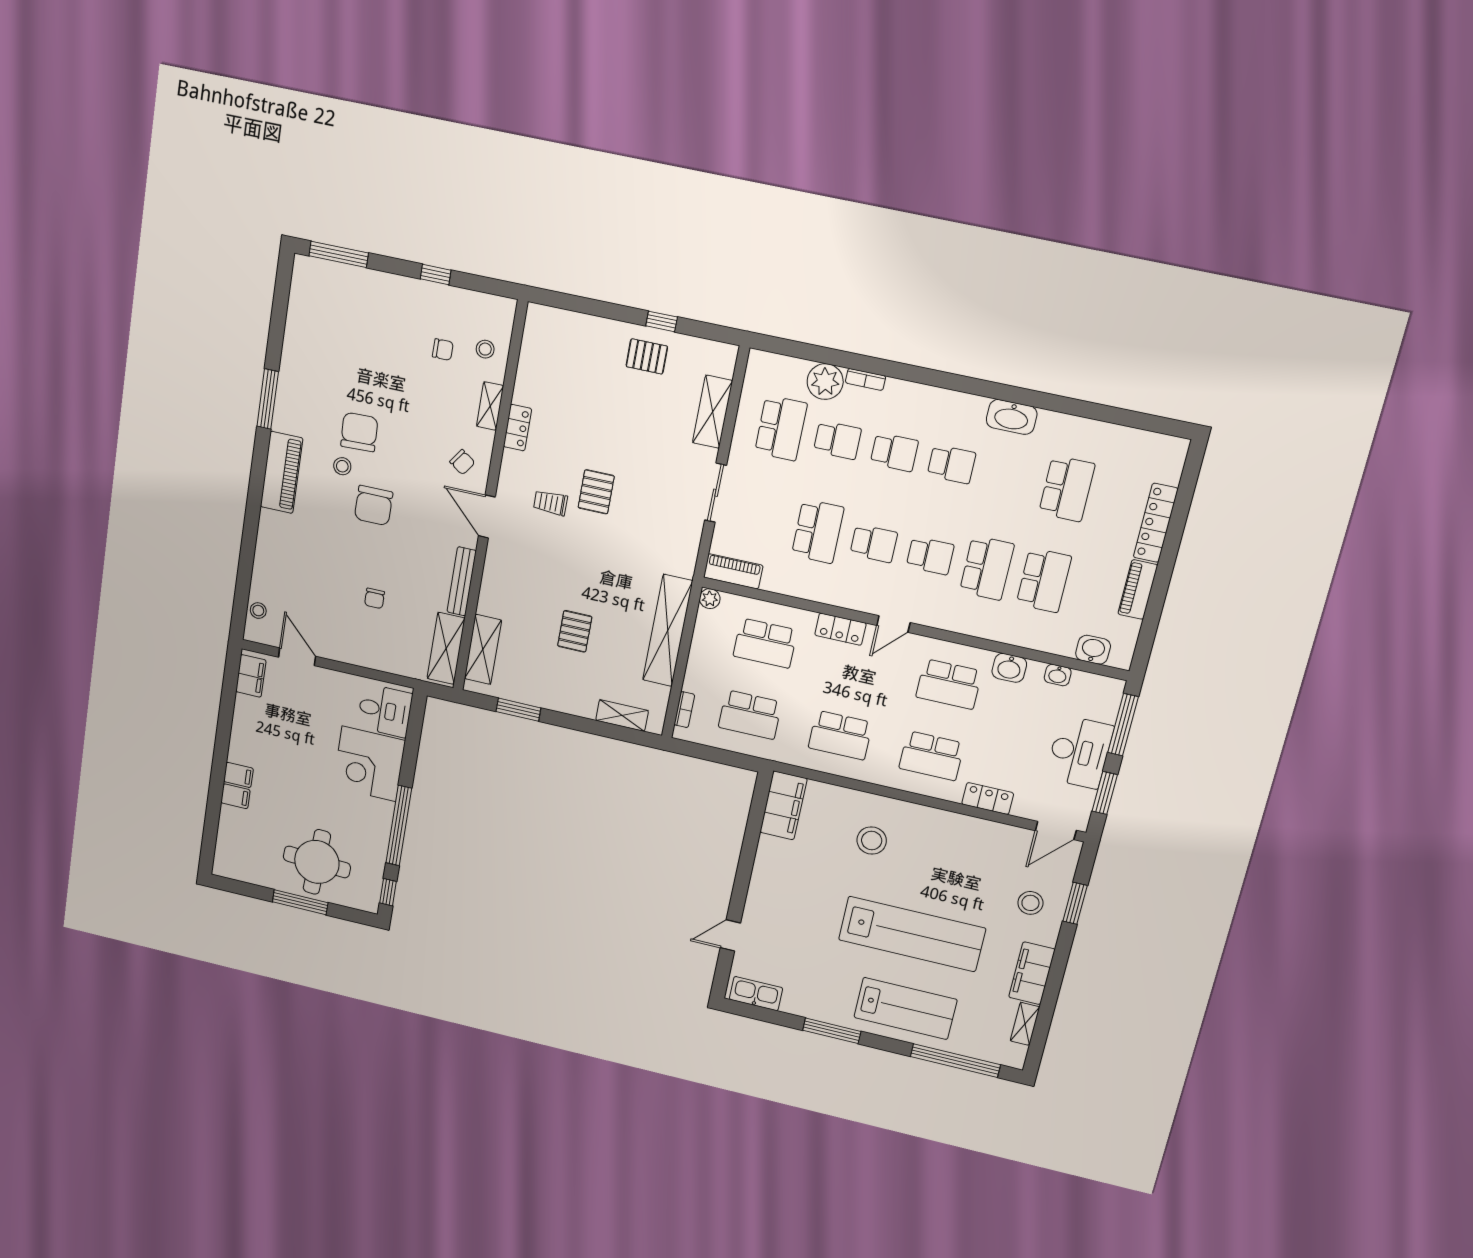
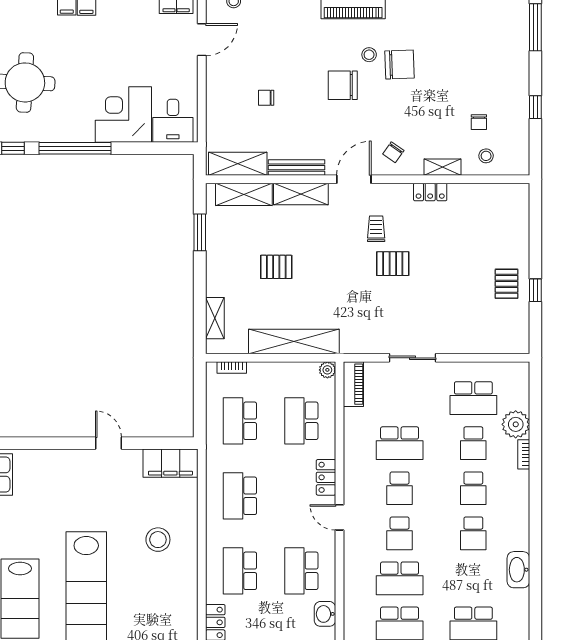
shelving: (713, 412) -> (301, 194), moved
door: (730, 935) -> (108, 443), moved

